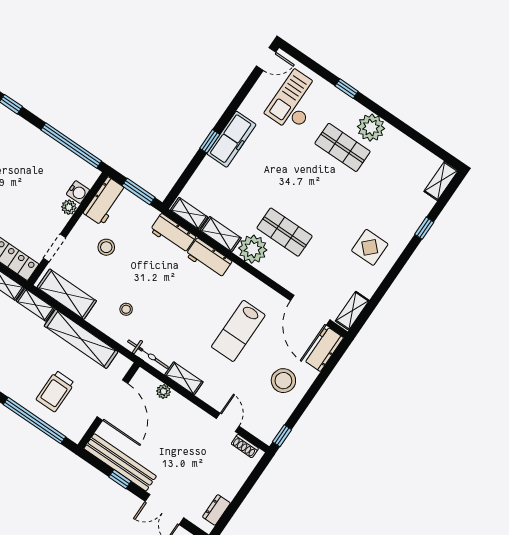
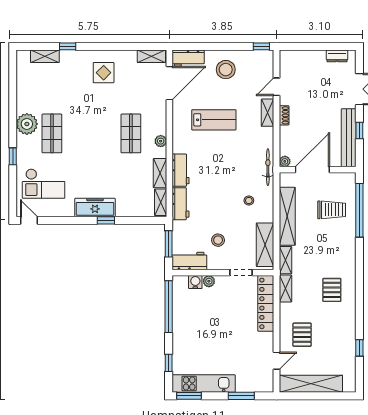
shelving: (441, 181) -> (45, 56), moved
plant: (253, 249) -> (161, 141), width x0.53, depth x0.53
shelving: (184, 378) -> (268, 113), moved
plant: (163, 391) -> (285, 161), moved
shoe rack: (245, 446) -> (284, 115), moved

